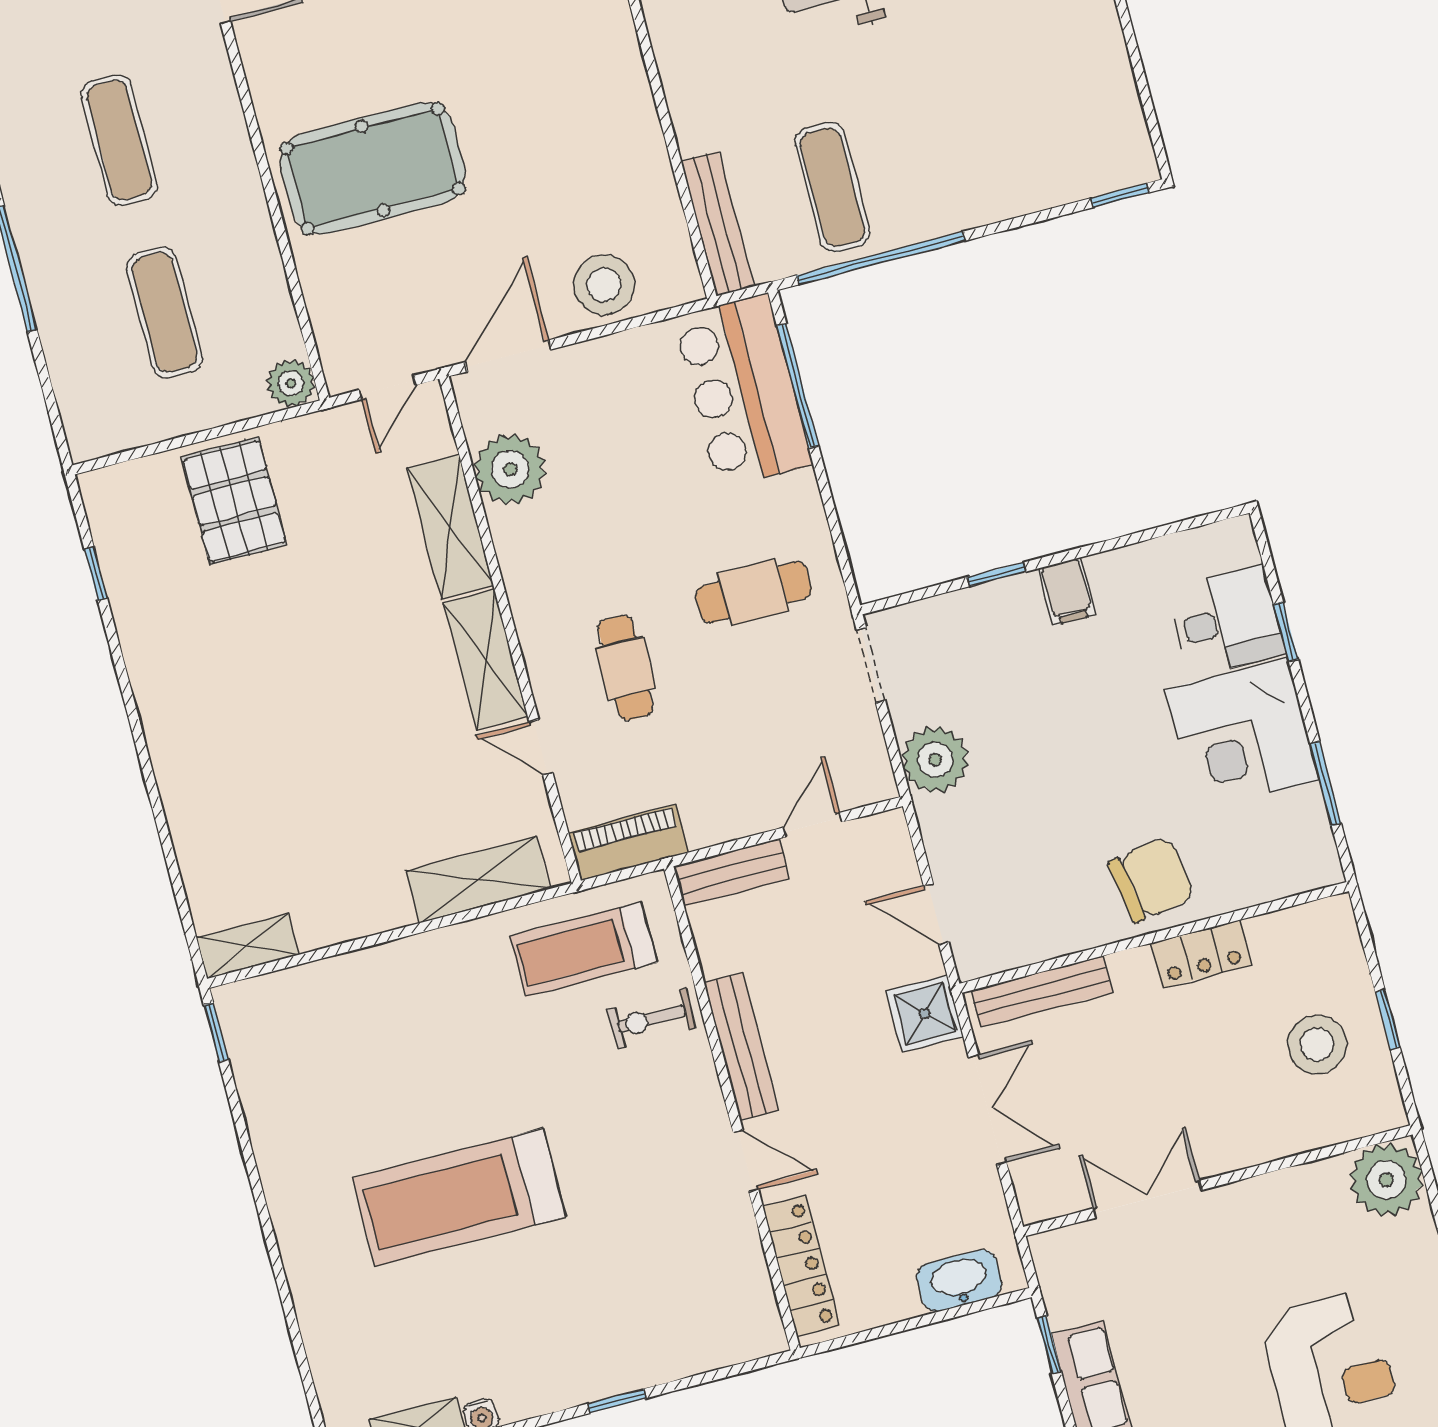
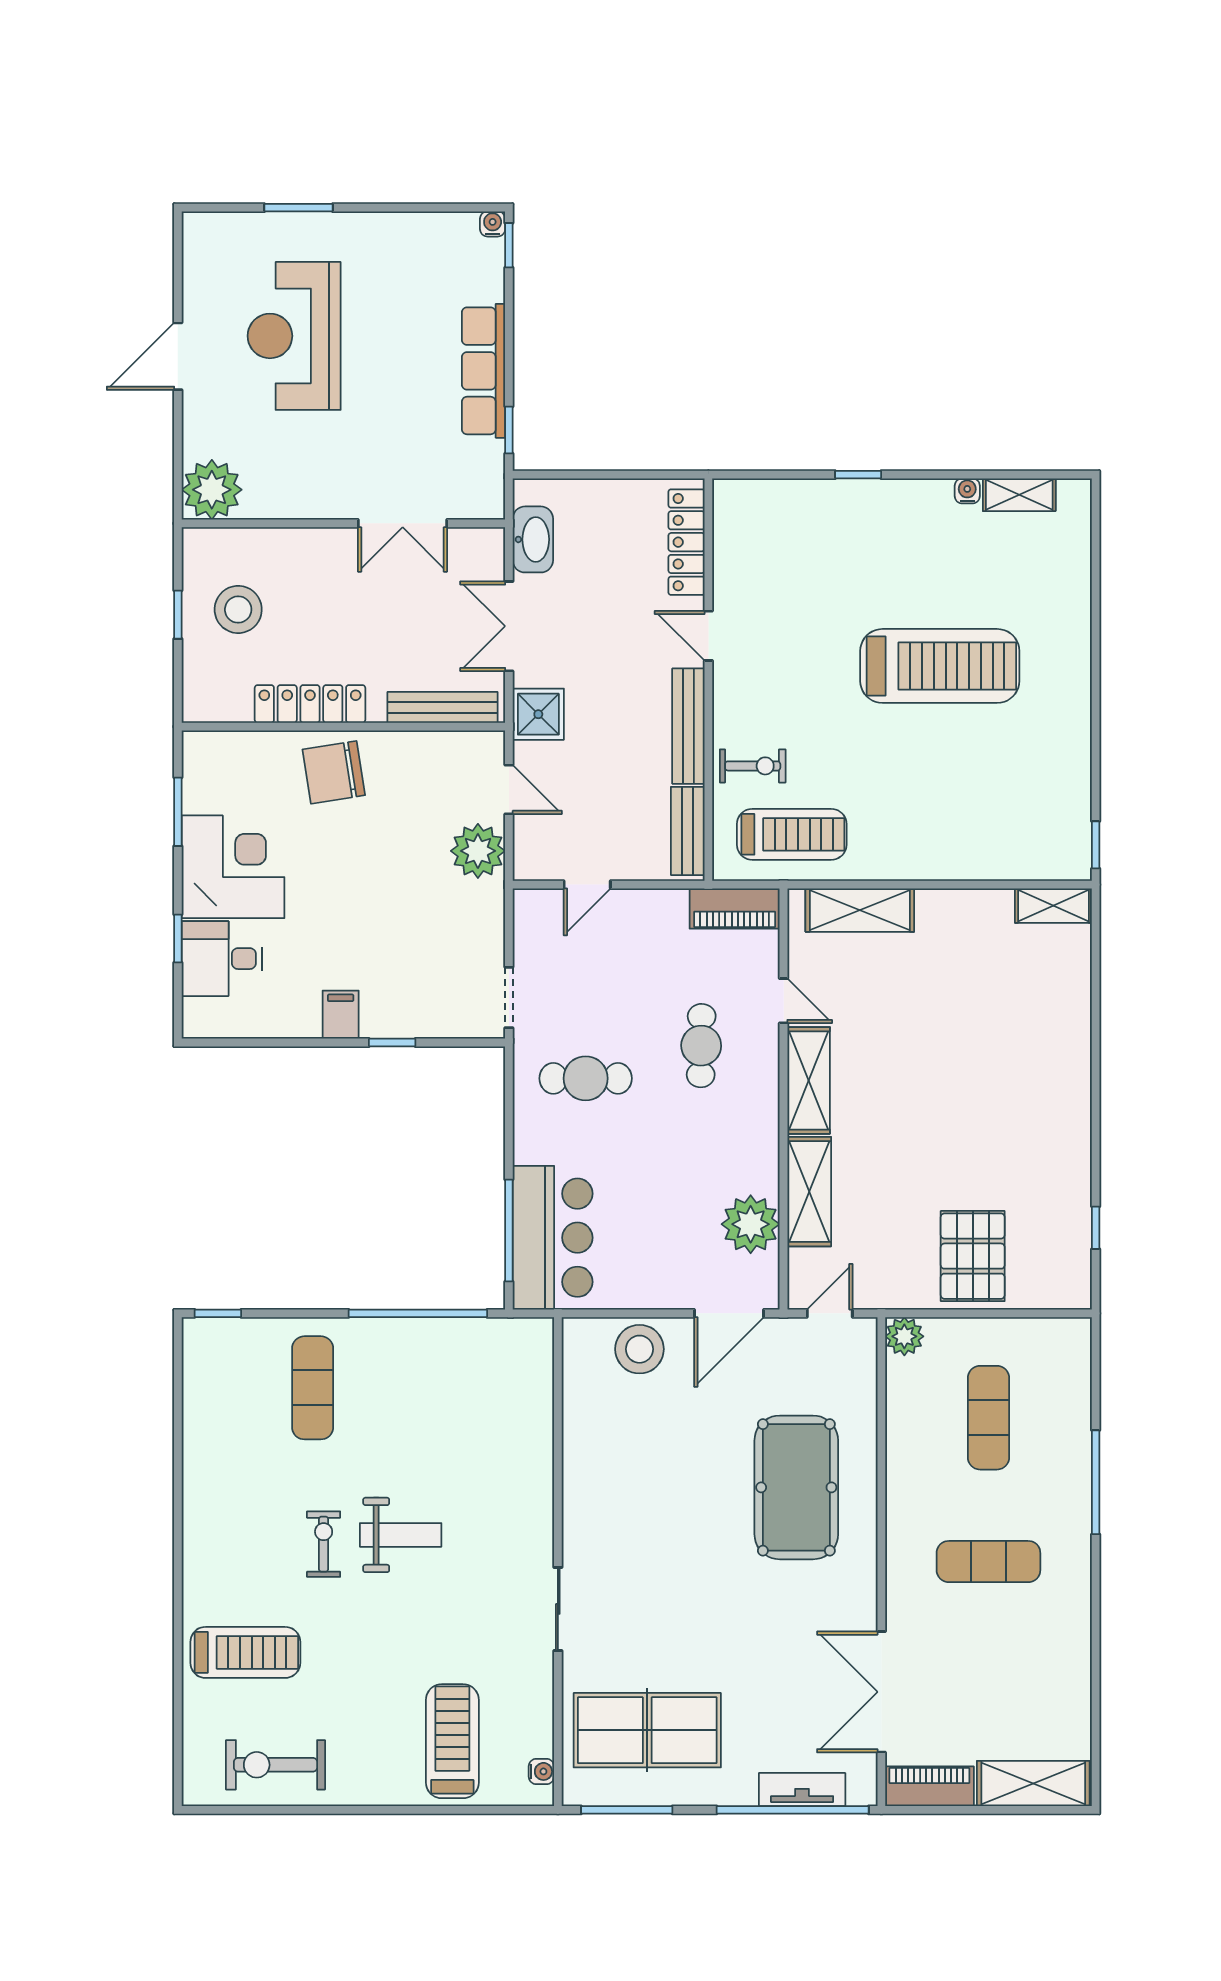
exercise mat: (119, 140) -> (988, 1562), turned 90
pool table: (373, 168) -> (796, 1487), turned 90
exercise mat: (833, 187) -> (313, 1388), moved
bench: (718, 224) -> (538, 1374), removed
plant: (935, 760) -> (478, 851), moved
bench: (731, 873) -> (688, 831), moved, turned 90
locker: (1201, 954) -> (310, 704), width x1.53
washbasin: (959, 1281) -> (533, 539), moved, turned -90

